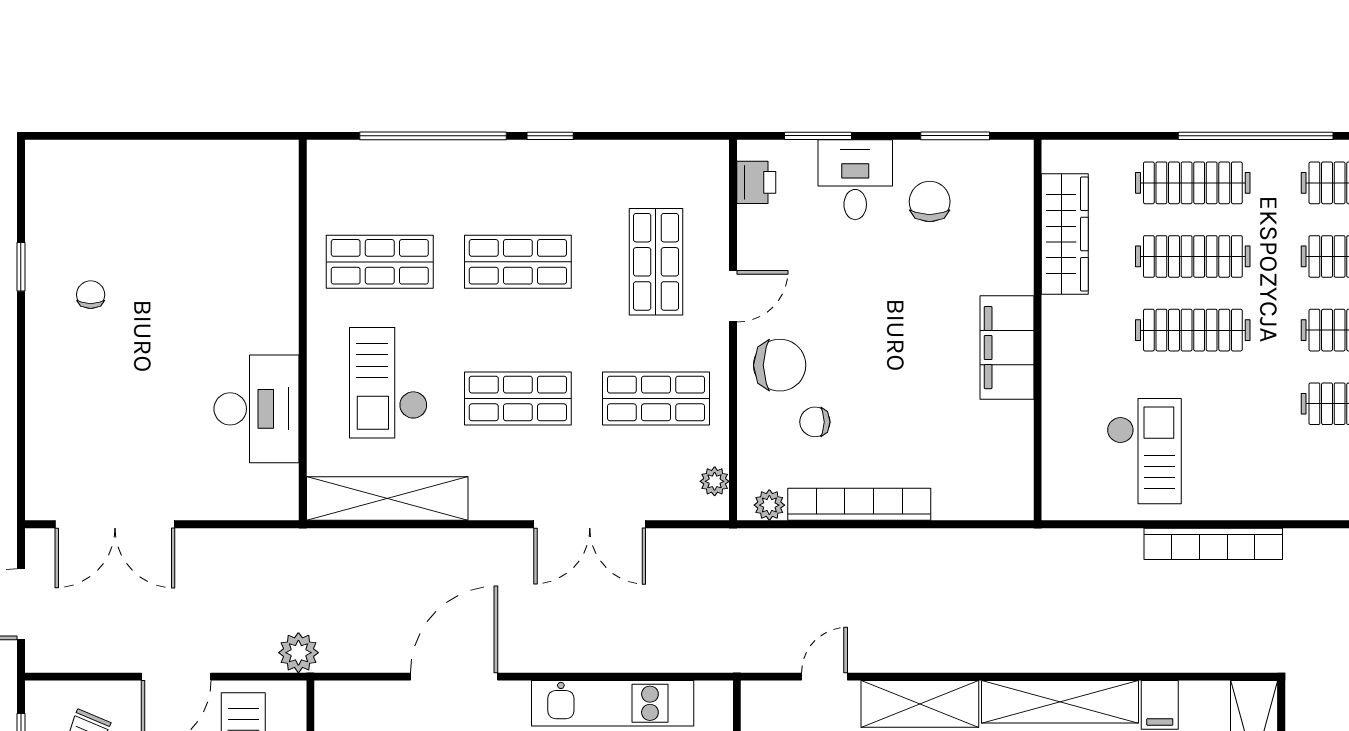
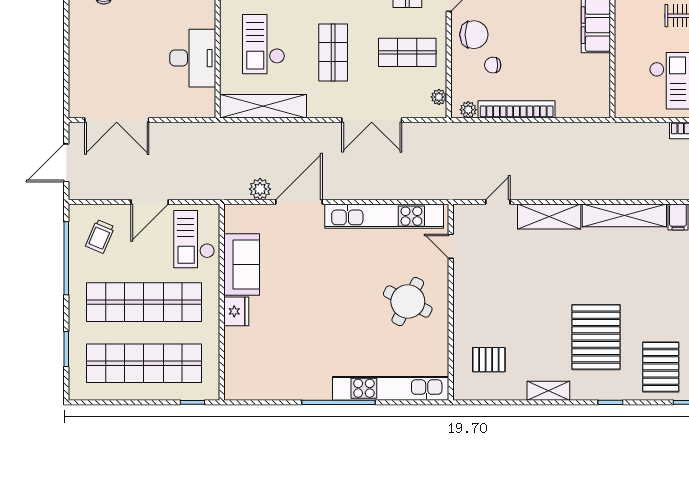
shop shelf: (518, 398) -> (333, 52), turned 90
plant: (298, 653) -> (260, 189), moved
kitchen unit: (613, 703) -> (384, 216), width x1.36

